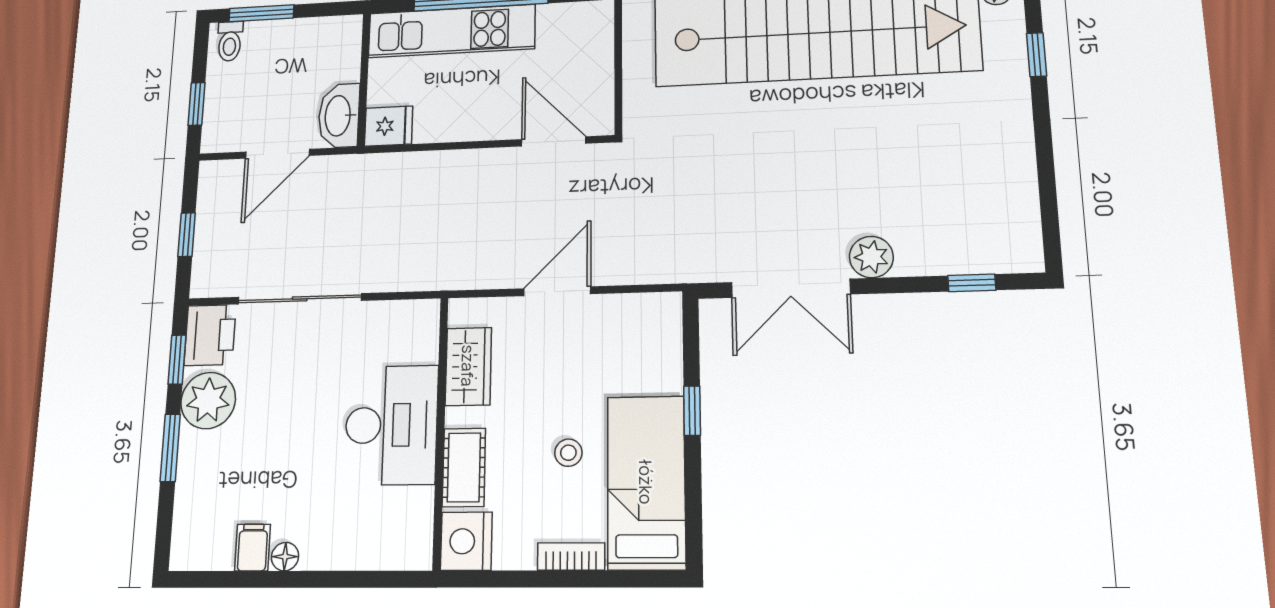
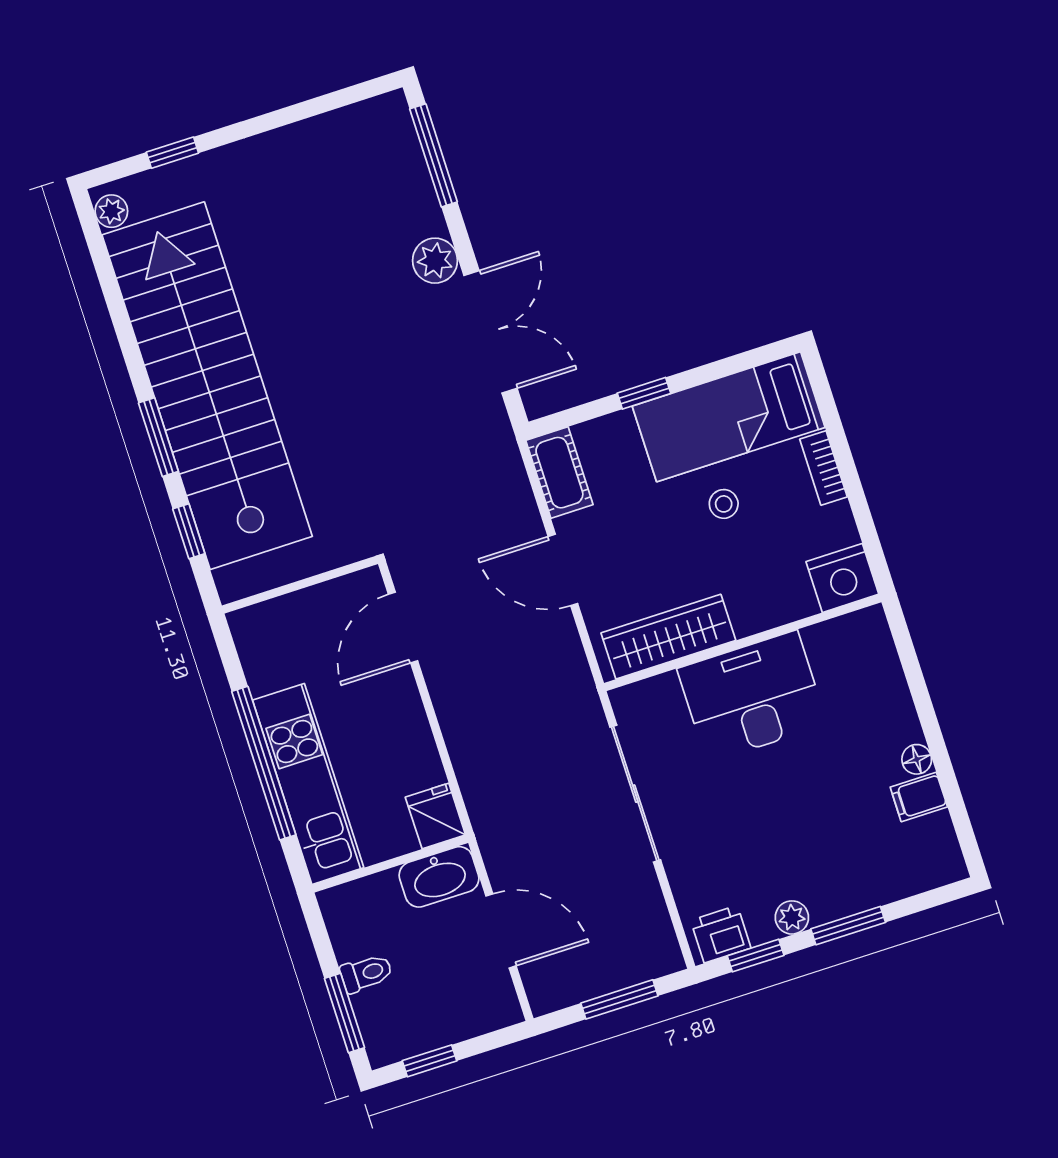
toilet: (230, 41) -> (366, 973), moved
window: (197, 104) -> (430, 1061), moved
window: (187, 235) -> (619, 999), width x1.50
window: (972, 283) -> (434, 155), width x2.17
sliding door: (300, 299) -> (635, 794), moved
printer: (210, 335) -> (721, 934), width x0.73, depth x0.81
wardrobe: (468, 366) -> (668, 637), width x1.50
plant: (208, 401) -> (792, 917), width x0.53, depth x0.53
cot: (464, 467) -> (559, 473), moved, turned 90

